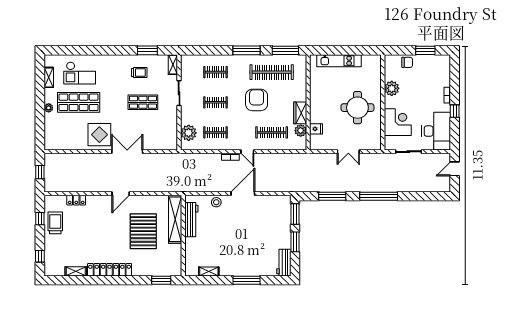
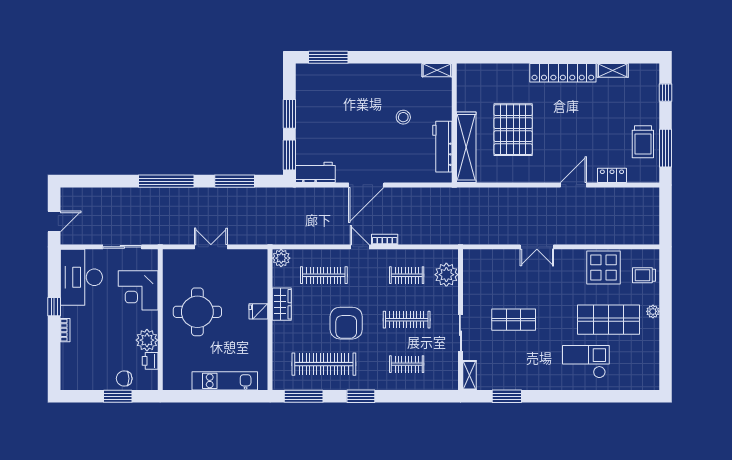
window: (246, 50) -> (361, 396), width x0.69
window: (425, 50) -> (118, 396), moved
trolley: (139, 72) -> (644, 275), moved
checkout: (80, 73) -> (586, 362), moved
printer: (390, 74) -> (150, 361), added
shelving: (49, 77) -> (653, 356), removed
clothes rail: (215, 102) -> (407, 320), width x1.36
fridge: (316, 129) -> (258, 311), moved
plant: (301, 131) -> (281, 258), moved
display table: (99, 135) -> (604, 268), moved
double door: (127, 152) -> (537, 247), width x0.73
window: (40, 172) -> (666, 217), removed
door: (121, 194) -> (573, 185), moved
stool: (216, 202) -> (403, 117), moved
window: (40, 219) -> (666, 148), width x2.17
workbench: (284, 263) -> (315, 172), moved, turned -90
shelving: (209, 272) -> (437, 70), moved
window: (161, 280) -> (487, 57), removed
window: (247, 280) -> (328, 57), moved

